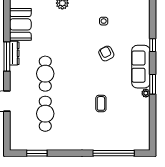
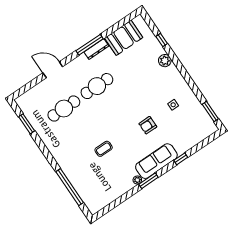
armchair: (106, 54) -> (148, 125), turned -153

